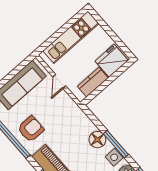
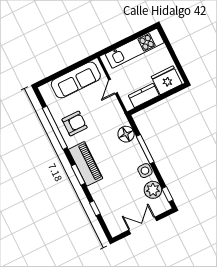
floor lamp: (97, 140) -> (126, 134), moved
window: (116, 144) -> (145, 149), moved

